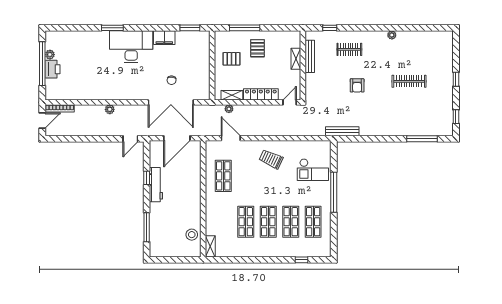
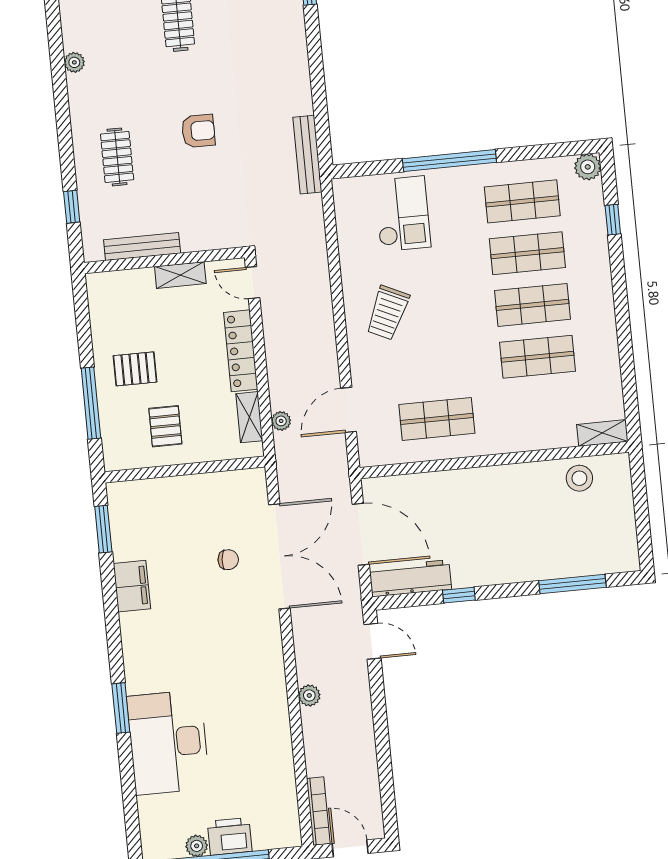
desk: (131, 47) -> (168, 742), moved
shelving: (296, 59) -> (180, 275), moved
workbench: (156, 185) -> (410, 578), moved
plant: (325, 251) -> (588, 167), added

